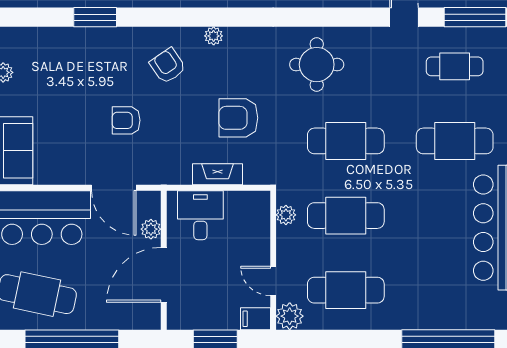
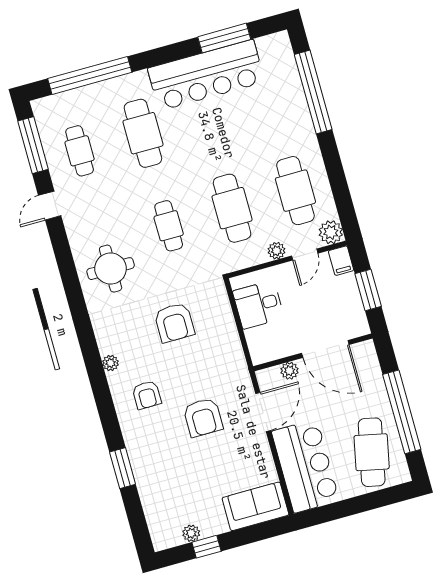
armchair: (168, 66) -> (147, 395), turned -56
armchair: (126, 120) -> (203, 417), width x1.38, depth x1.38
cafe table: (346, 141) -> (169, 226), width x0.73, depth x0.74
fireplace: (217, 174) -> (227, 327), removed
desk: (200, 215) -> (258, 305), moved
plant: (286, 215) -> (276, 251), moved

